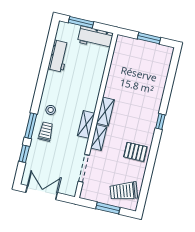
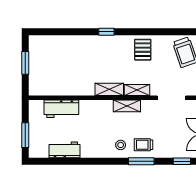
workbench: (95, 38) -> (61, 109), moved, turned 90
window: (24, 154) -> (182, 161), moved

